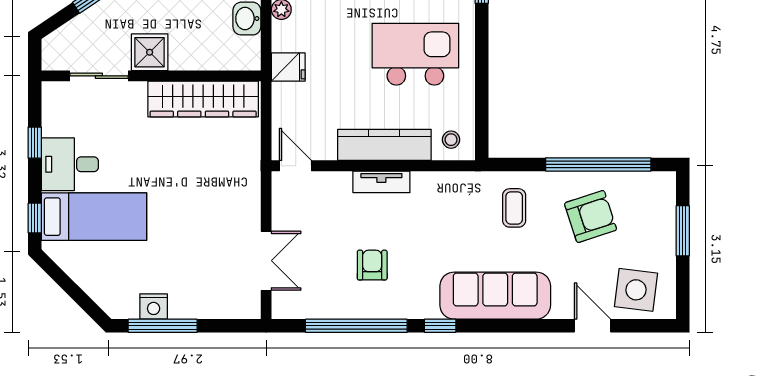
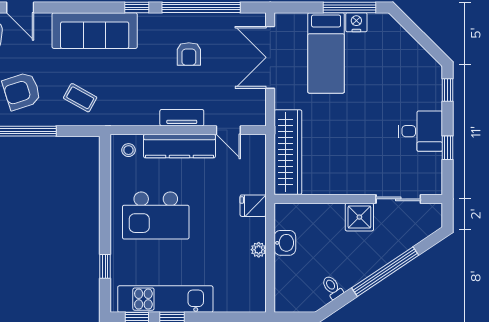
wardrobe: (203, 99) -> (288, 152), moved, turned 90
door: (295, 166) -> (228, 130), moved
coffee table: (514, 208) -> (80, 98), turned -61
bed: (94, 217) -> (326, 53), moved, turned -90
double door: (266, 261) -> (270, 57), width x1.37

